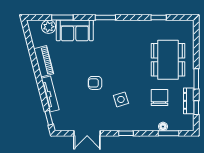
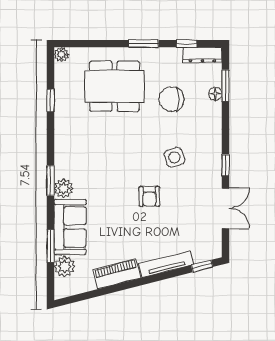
plant: (189, 25) -> (61, 54), added
plant: (100, 26) -> (64, 188), added
dresser: (189, 101) -> (202, 55), moved
window: (126, 133) -> (225, 165), moved

